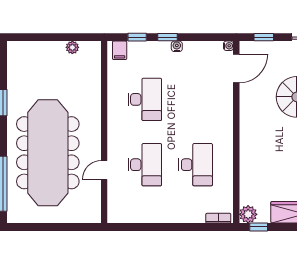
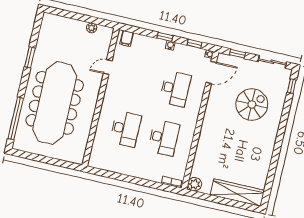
window: (137, 37) -> (195, 44), moved
desk: (145, 99) -> (175, 89), moved
door: (104, 170) -> (108, 67), moved
window: (259, 227) -> (200, 196), removed

